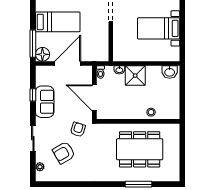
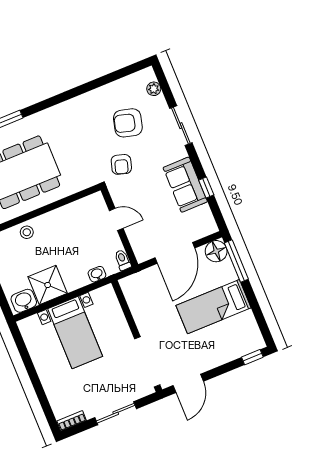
bed with nightstands: (159, 28) -> (75, 333), moved, turned 90
shower: (135, 76) -> (48, 285), moved
door: (94, 98) -> (116, 219), width x0.53
armchair: (64, 153) -> (128, 123), turned -135

